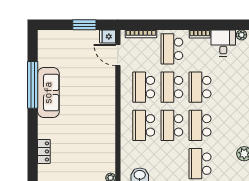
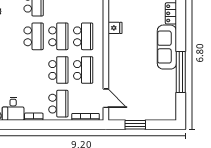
fridge: (108, 36) -> (115, 28), moved
school desk: (200, 87) -> (34, 70), removed
sofa: (48, 93) -> (167, 47), moved

